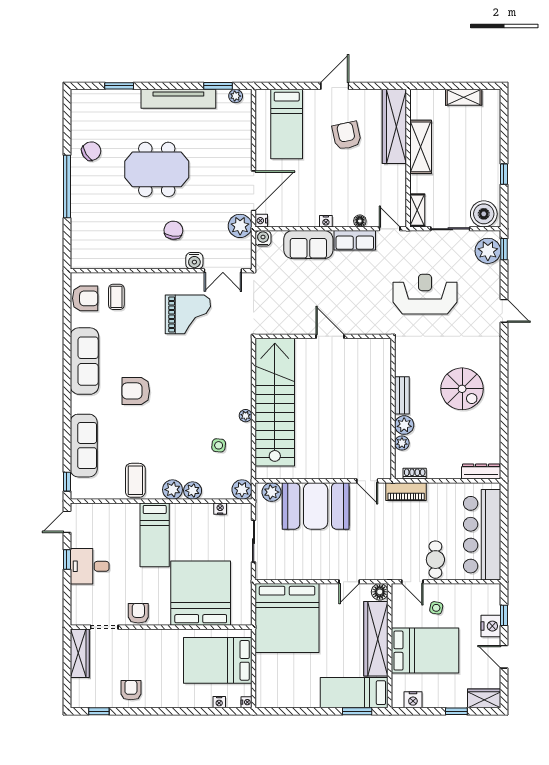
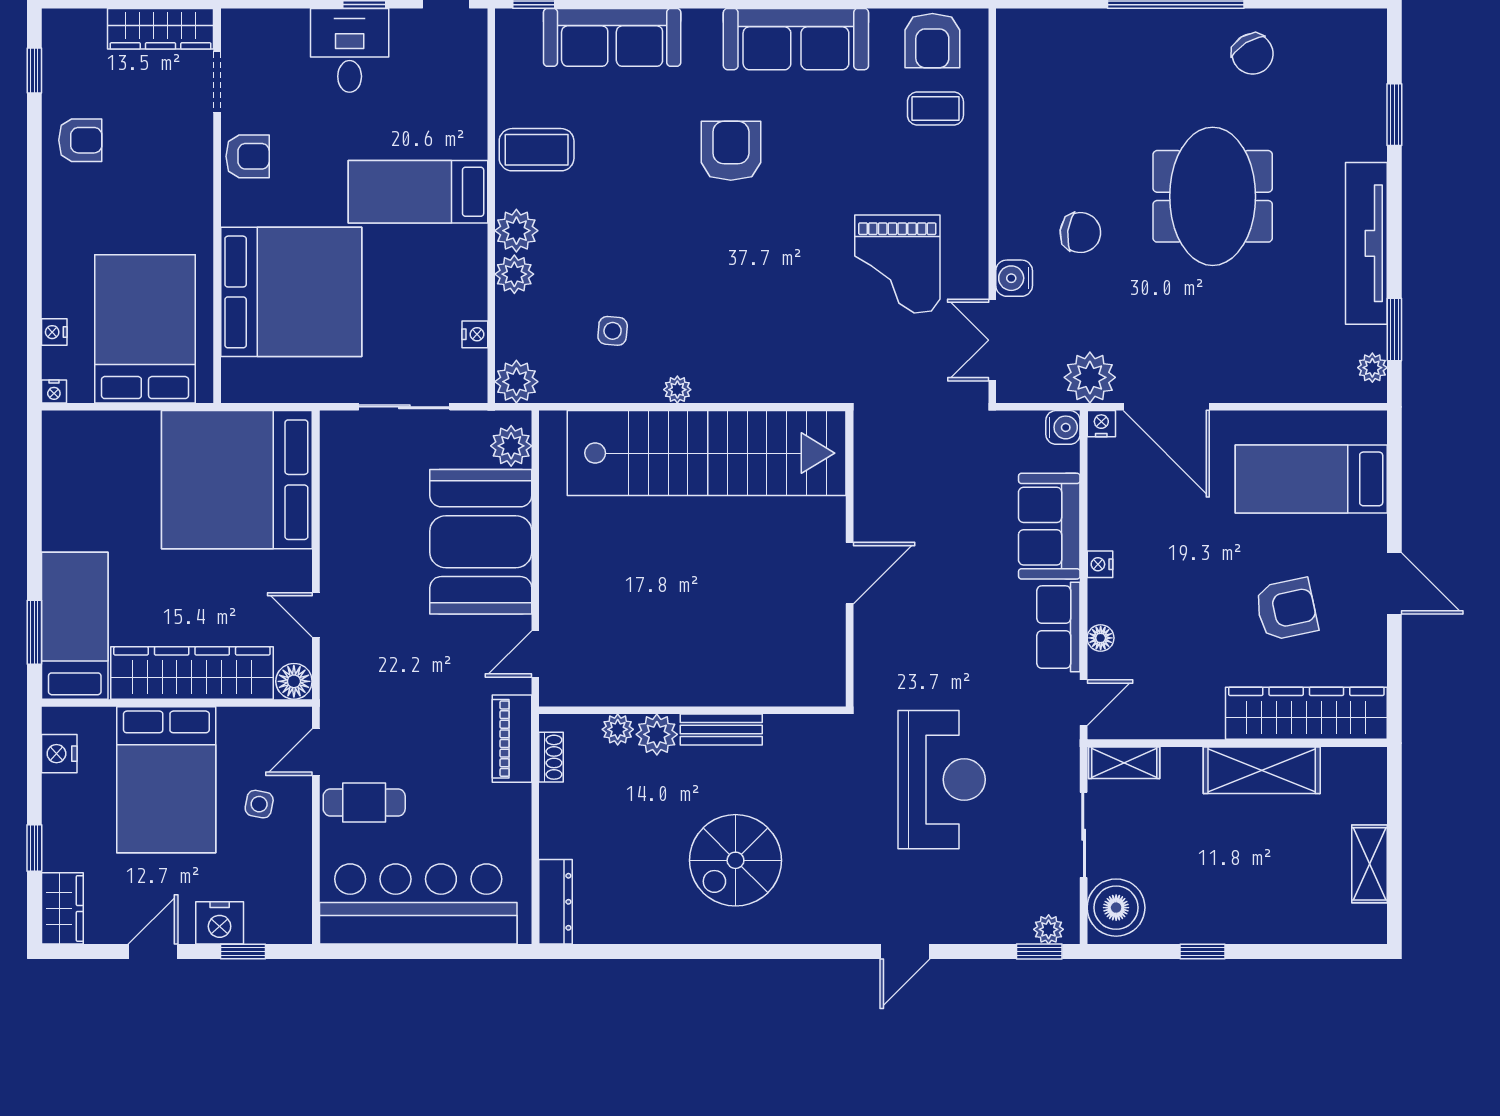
plant: (488, 251) -> (1049, 929), width x0.53, depth x0.53

